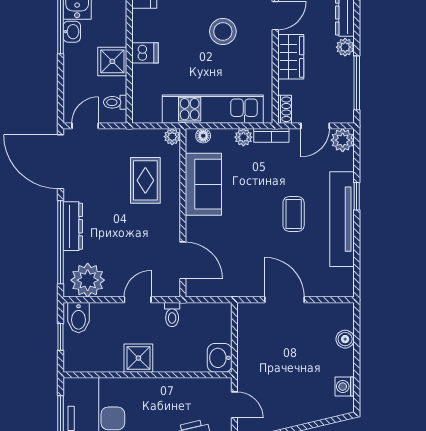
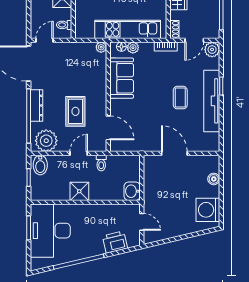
plant: (243, 137) -> (133, 48), moved
rug: (145, 180) -> (75, 111), moved
washing machine: (345, 387) -> (208, 210), width x1.89, depth x1.89

